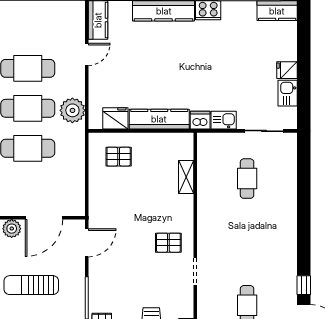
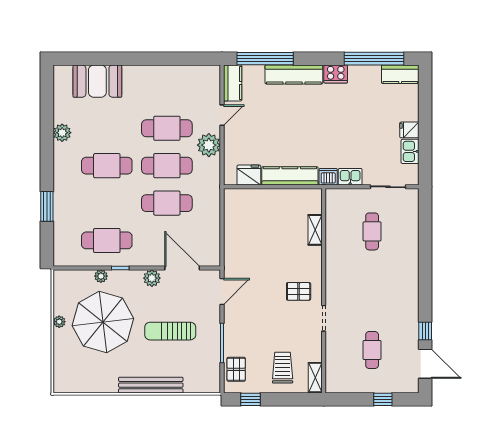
plant: (72, 110) -> (209, 145), moved
pallet: (119, 157) -> (252, 211), removed
door: (44, 218) -> (182, 268), swing flipped

